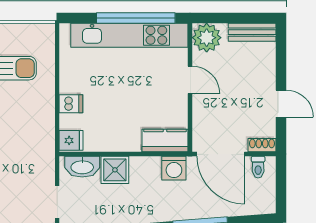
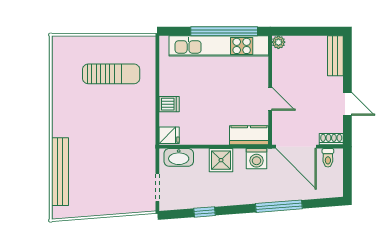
bench: (252, 32) -> (335, 56), moved, turned 90
plant: (207, 38) -> (278, 42), width x0.53, depth x0.53
door: (190, 80) -> (270, 99), moved
shower: (115, 170) -> (221, 160), moved

